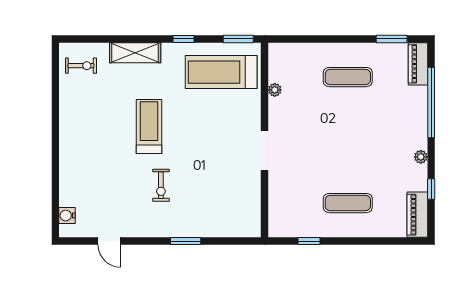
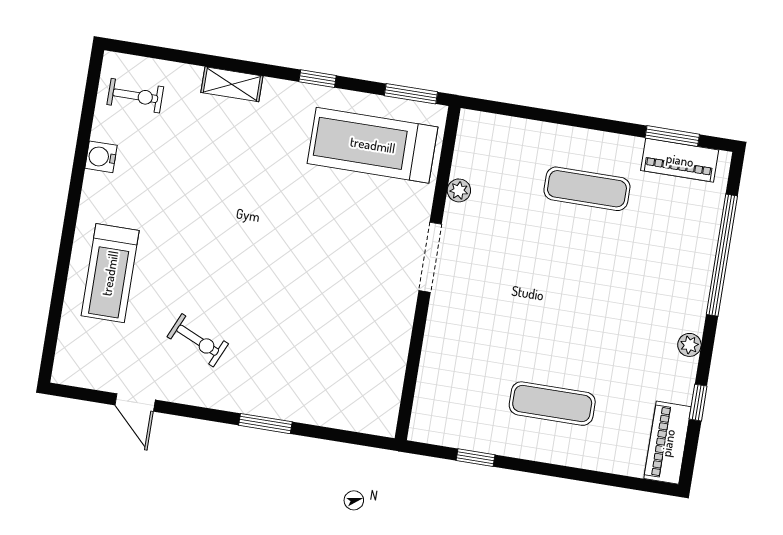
shelving: (135, 53) -> (232, 84), width x0.67, depth x0.75
piano: (418, 64) -> (680, 160), moved, turned -90
treadmill: (149, 127) -> (110, 273), moved, turned 180
doorway: (264, 150) -> (430, 257), moved
exercise bike: (161, 185) -> (198, 340), moved, turned -66
water cooler: (67, 216) -> (101, 157), moved

